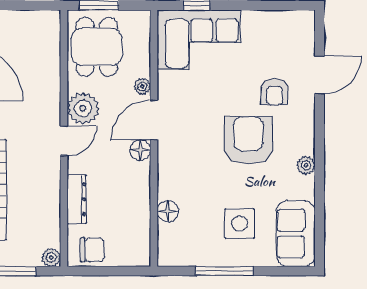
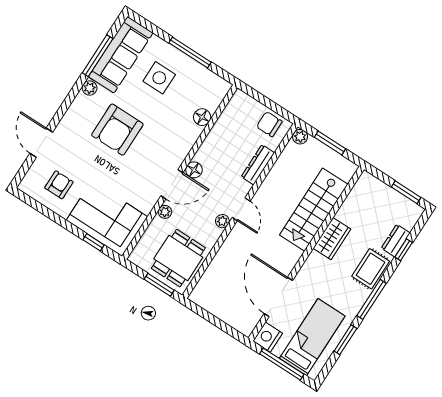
door: (319, 75) -> (41, 143), hinge flipped
armchair: (274, 92) -> (59, 185), moved
plant: (83, 108) -> (222, 221), width x0.53, depth x0.53
door: (64, 141) -> (241, 209), swing flipped
window: (319, 205) -> (98, 56), added
sofa: (296, 233) -> (121, 55), width x1.36

